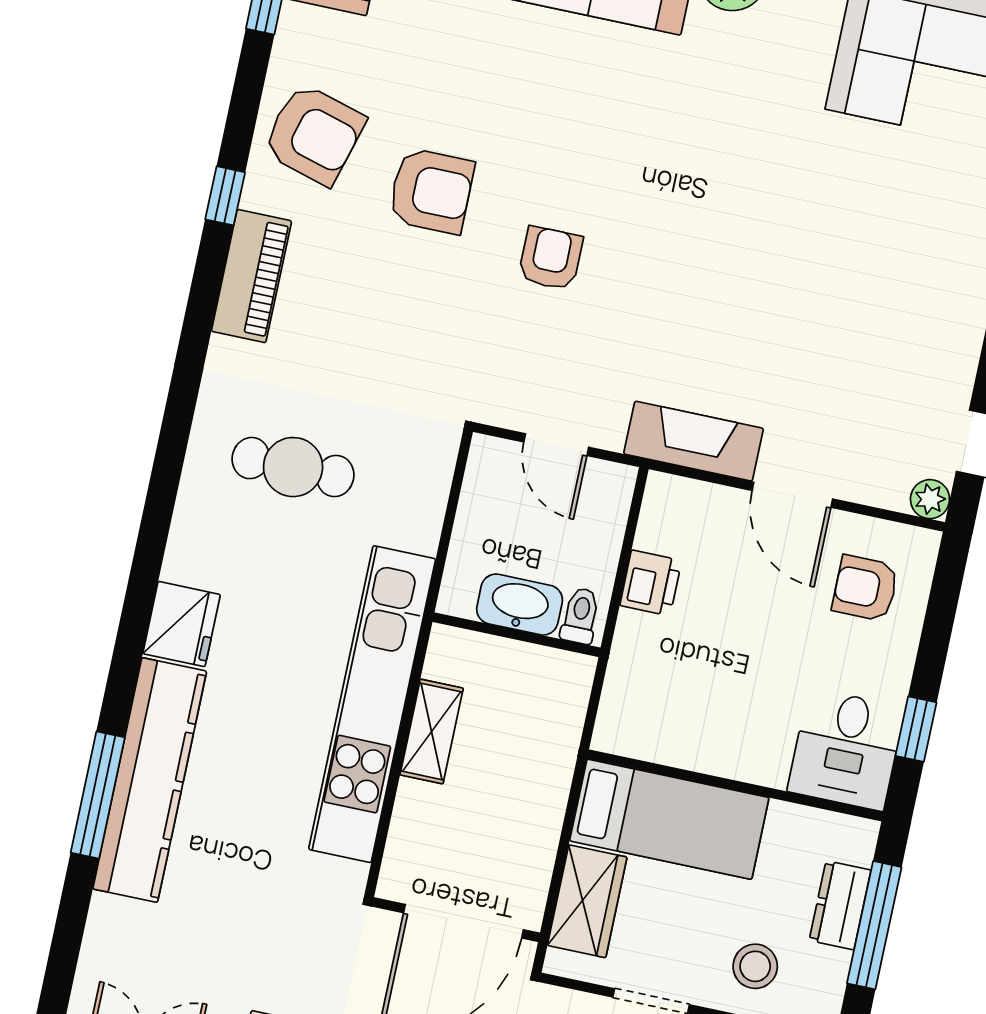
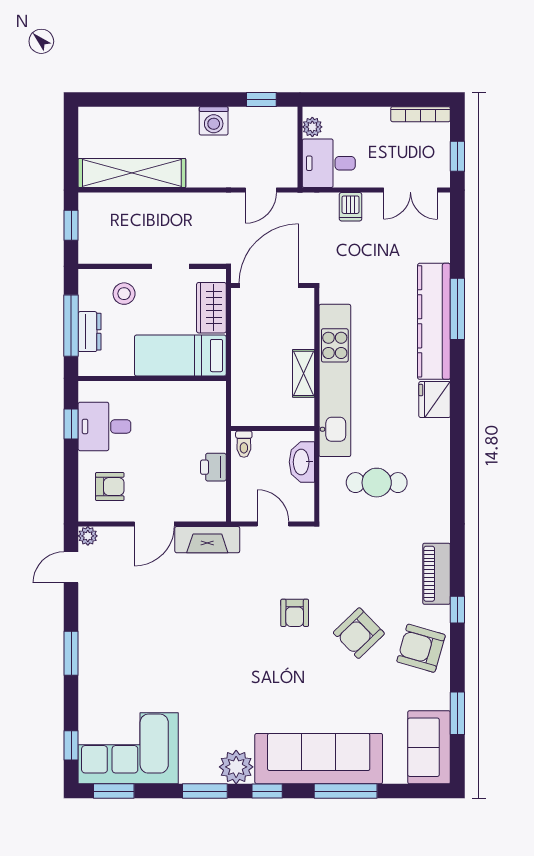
armchair: (431, 191) -> (359, 633), turned -44
cafe table: (293, 467) -> (377, 483), moved
door: (792, 495) -> (154, 524), swing flipped
washbasin: (520, 605) -> (302, 462), moved, turned 90
desk: (846, 749) -> (104, 426), moved, turned -90

